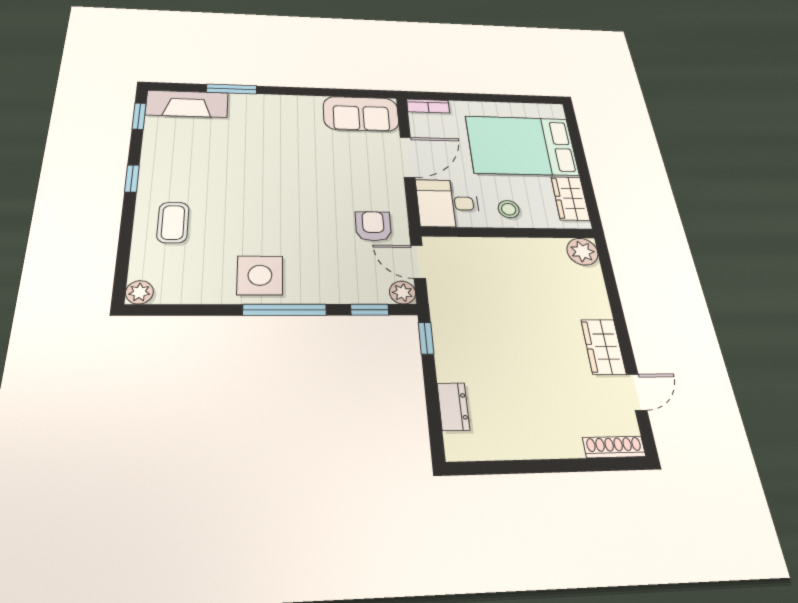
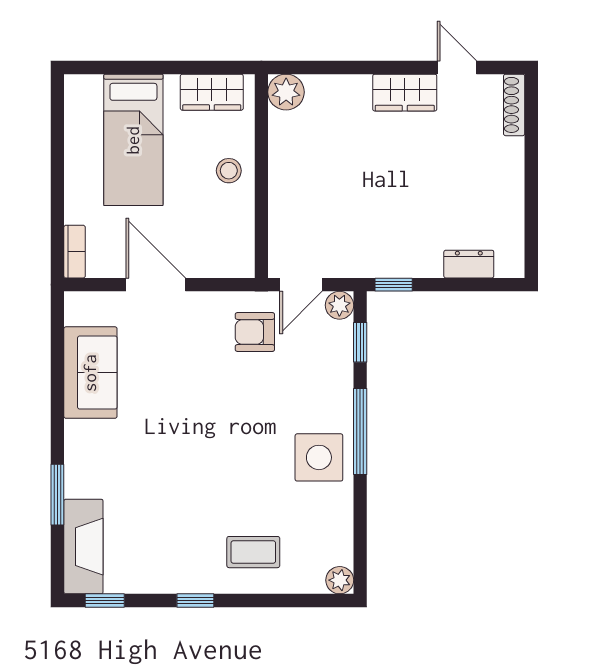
sofa: (361, 114) -> (90, 373), moved
bed: (522, 145) -> (133, 140), width x0.67
desk: (448, 203) -> (222, 242), removed

